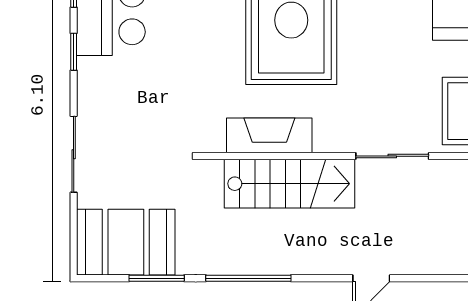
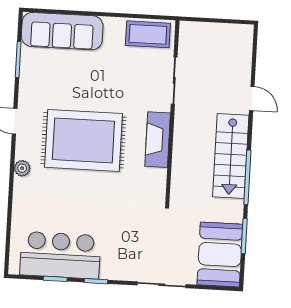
fireplace: (269, 135) -> (158, 140), moved
stairs: (290, 184) -> (231, 156), moved, turned 180

